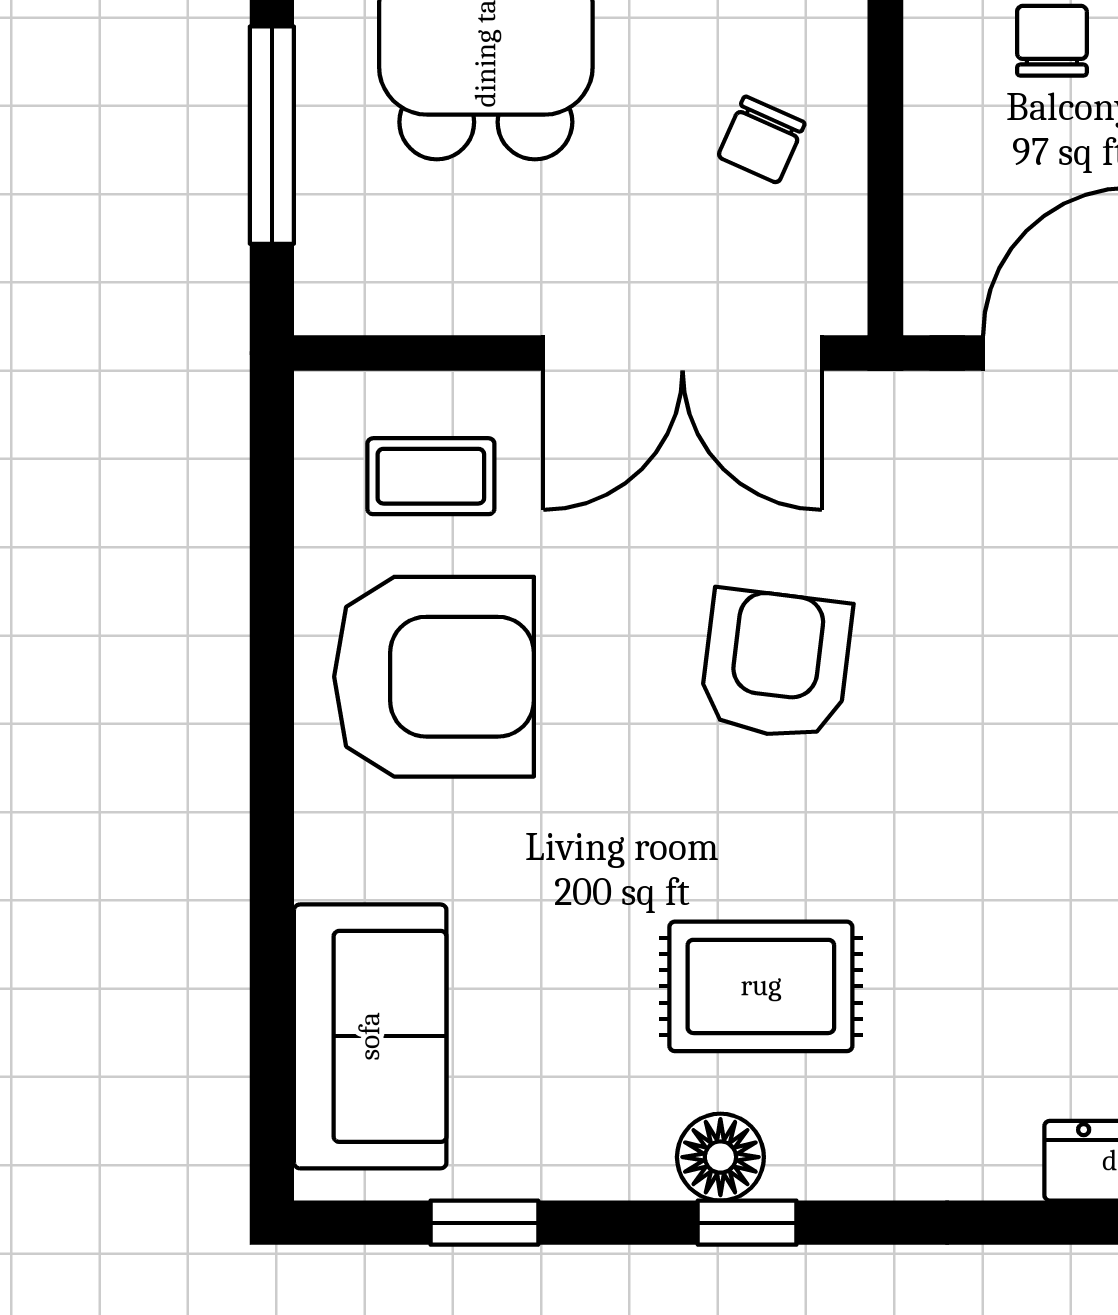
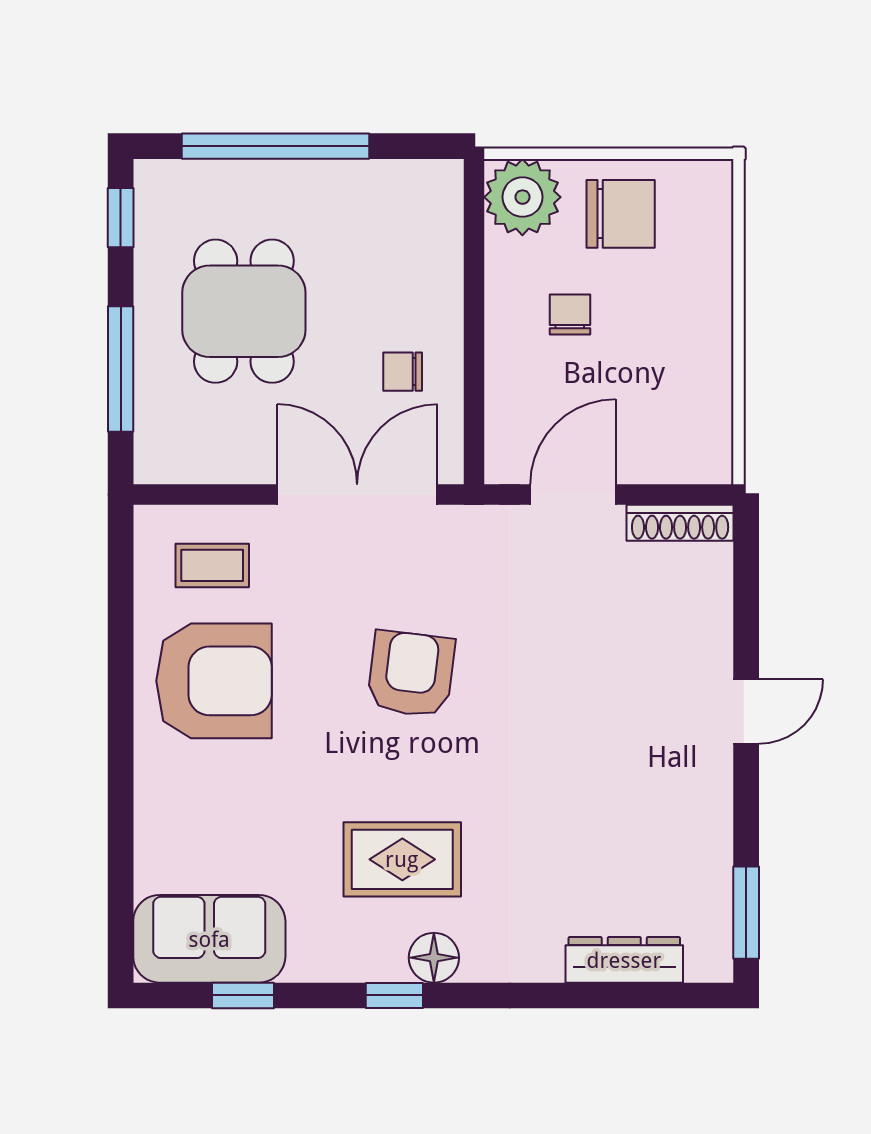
chair: (761, 140) -> (403, 372), turned 66
double door: (683, 353) -> (357, 494), swing flipped
sofa: (370, 1036) -> (209, 939), moved, turned -90
floor lamp: (720, 1157) -> (434, 958), moved

